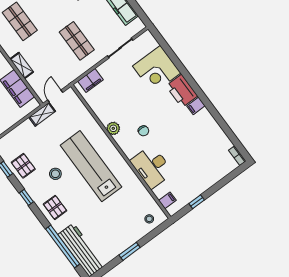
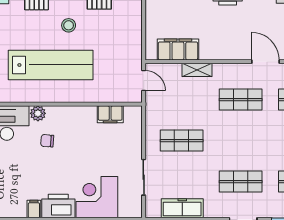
filing cabinet: (90, 80) -> (110, 114), moved, turned -90
shelving: (42, 114) -> (135, 55), removed
plant: (113, 128) -> (38, 113), moved

